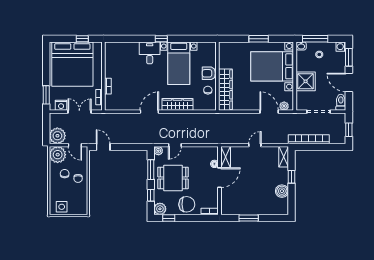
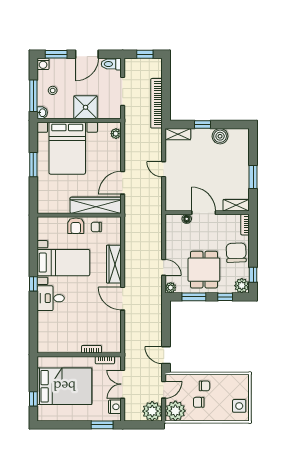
window: (82, 39) -> (33, 399), moved
bed: (72, 64) -> (64, 386), width x0.73
door: (269, 112) -> (123, 183), moved
door: (103, 147) -> (166, 355), hinge flipped
shelving: (226, 157) -> (236, 205), moved

